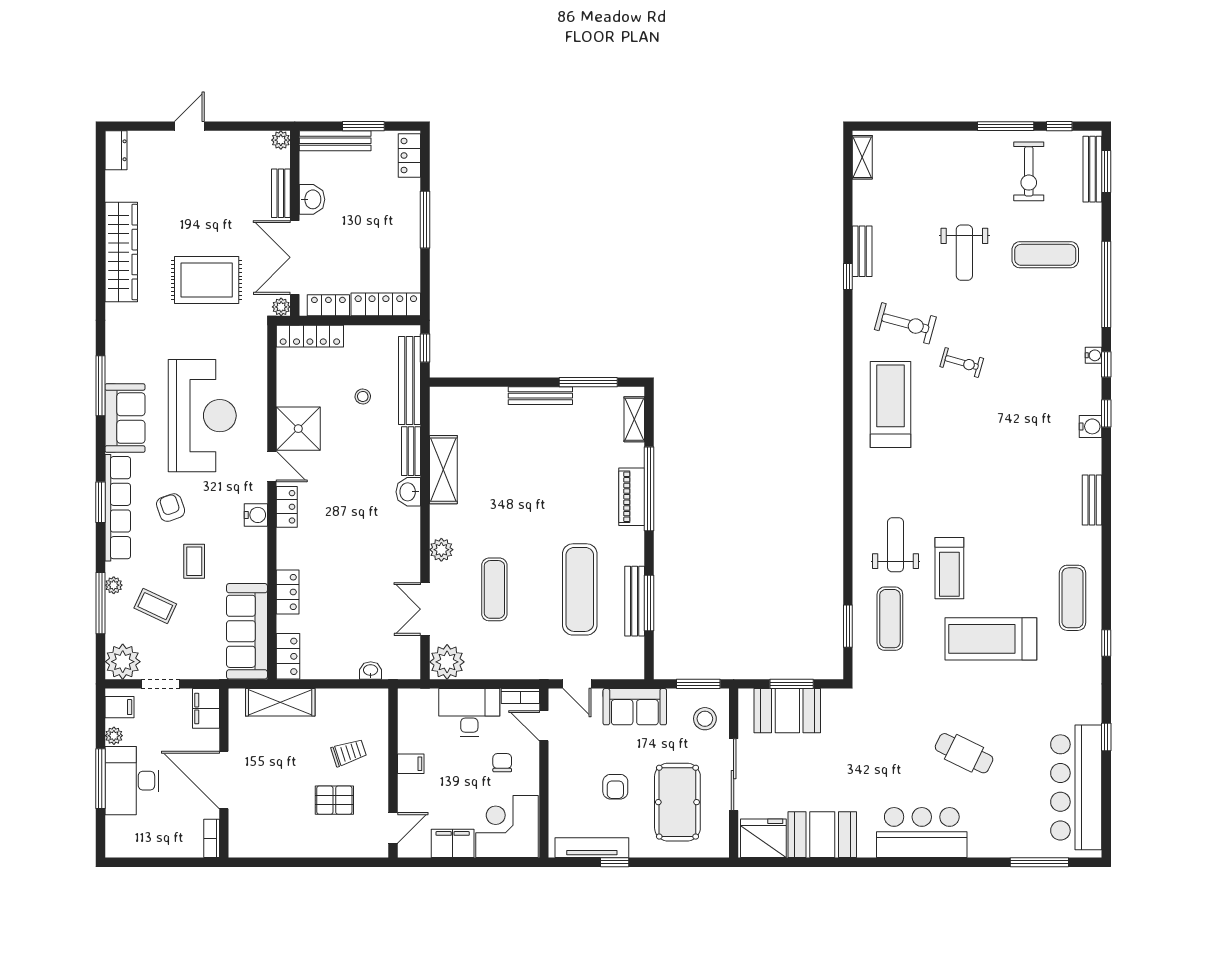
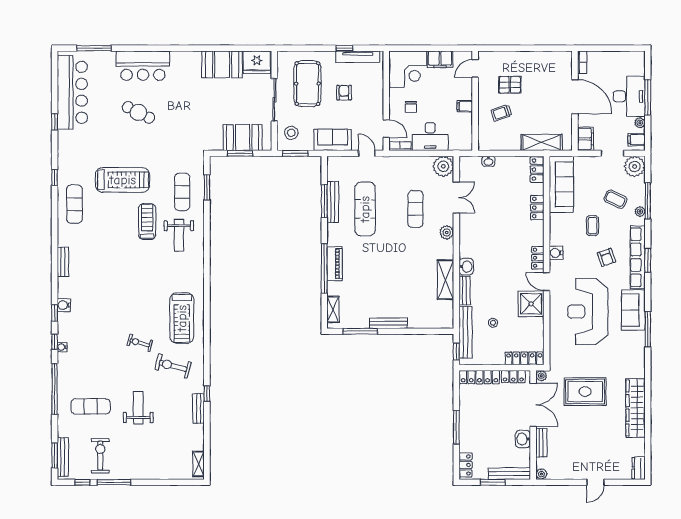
bar counter: (922, 833) -> (143, 66), moved

